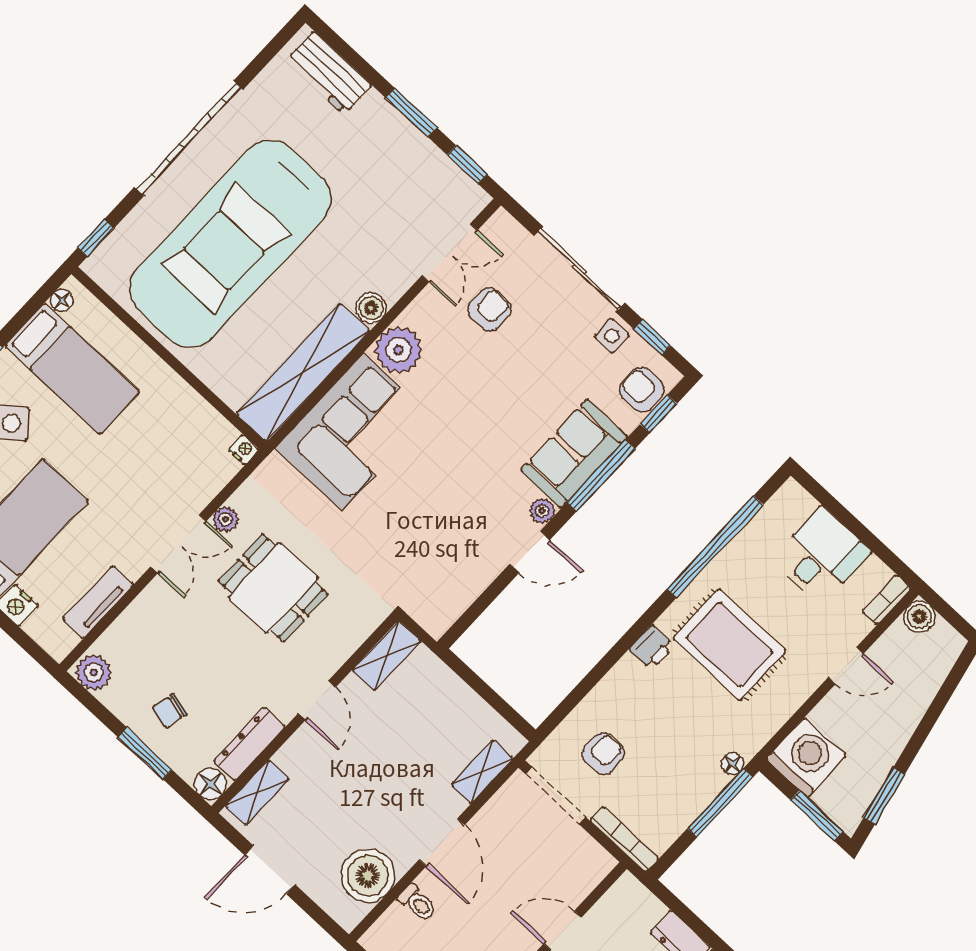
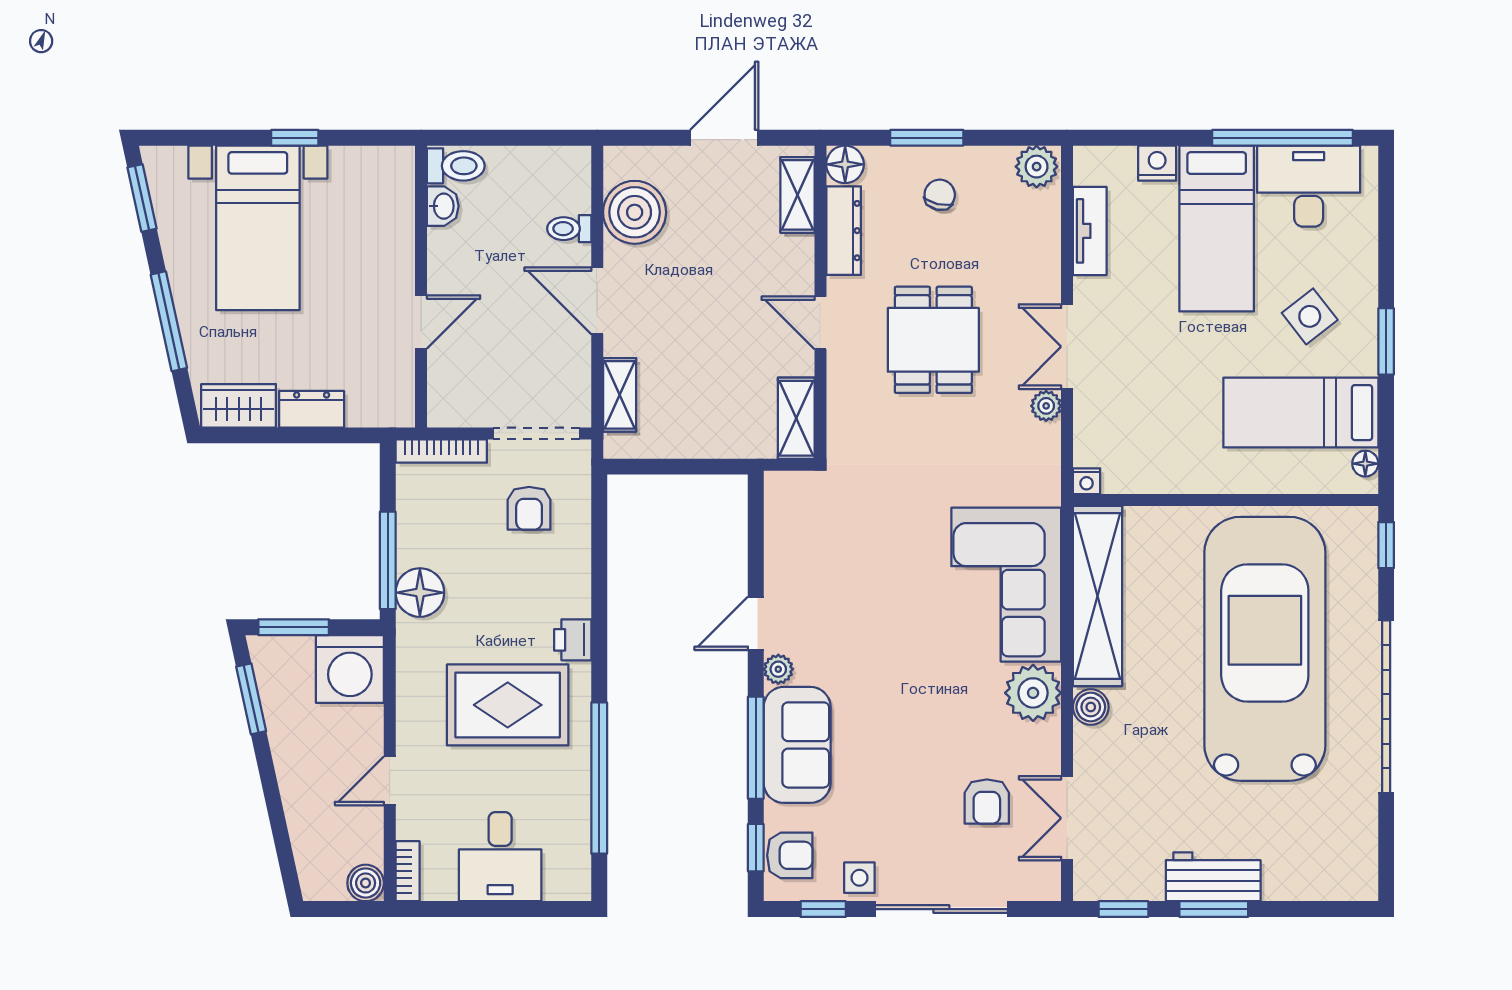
workbench: (329, 73) -> (1213, 877), moved
dining table: (273, 588) -> (933, 340), moved, turned 90
floor lamp: (733, 764) -> (420, 593), width x1.89, depth x1.89

